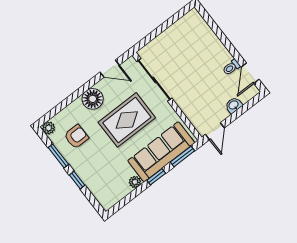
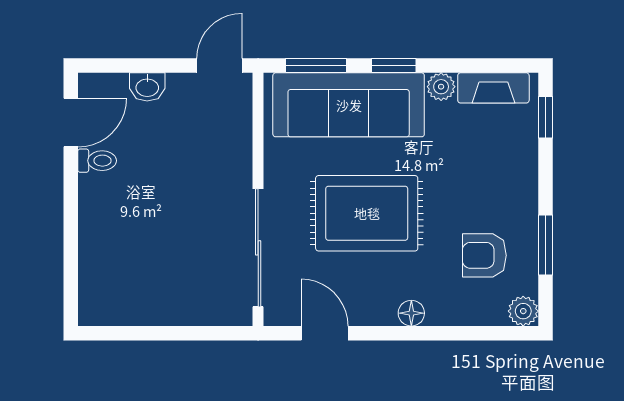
floor lamp: (93, 99) -> (411, 313), width x0.53, depth x0.53
window: (77, 180) -> (545, 117), moved
fireplace: (117, 195) -> (493, 88), added

